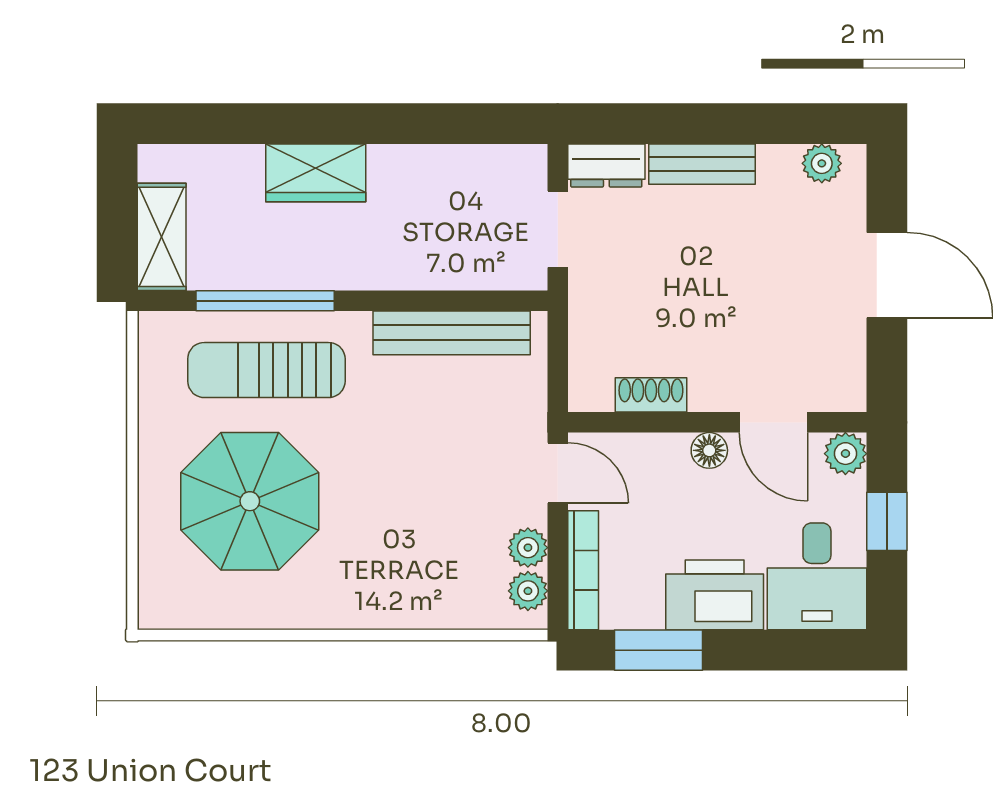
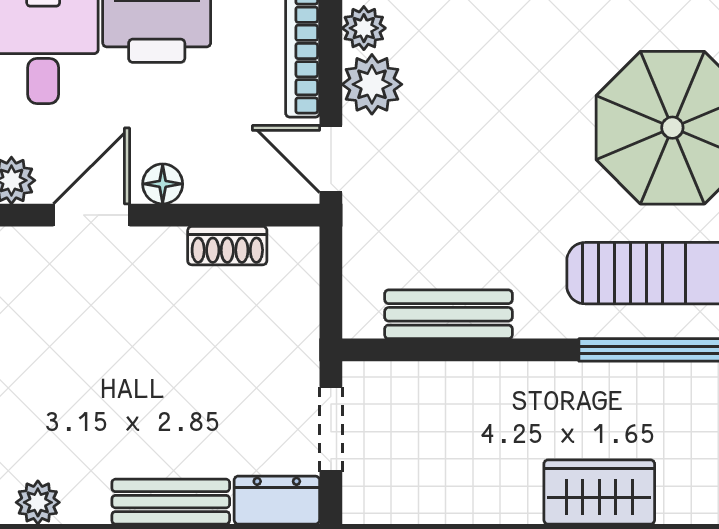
bench: (452, 333) -> (448, 314), width x0.73
door: (773, 422) -> (91, 215), hinge flipped
plant: (528, 548) -> (372, 84), width x1.38, depth x1.38

